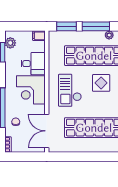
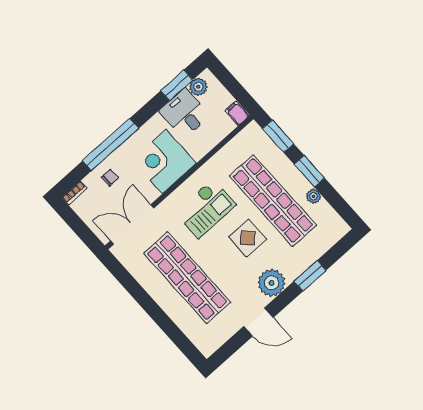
window: (96, 26) -> (309, 171), width x0.69
desk: (33, 64) -> (185, 113), moved, turned 180
checkout: (70, 90) -> (206, 209), turned 180

